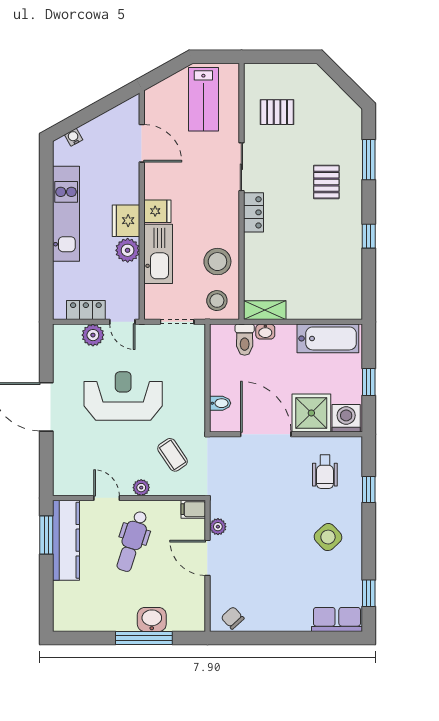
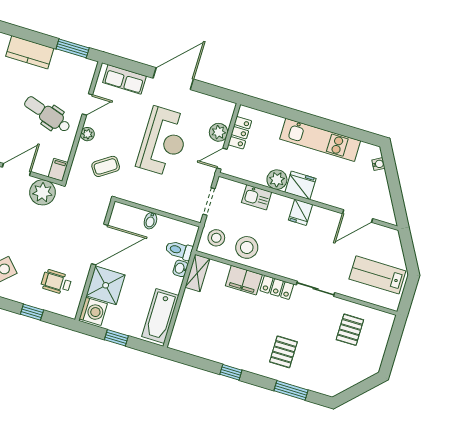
pallet: (326, 182) -> (283, 352), turned 90
filing cabinet: (257, 253) -> (244, 280), added
kitchen sink: (158, 254) -> (257, 197), width x0.53, depth x0.81
bidet: (220, 403) -> (150, 221), moved
row of seats: (64, 463) -> (125, 79), added
plant: (218, 527) -> (43, 192), width x1.88, depth x1.88
kitchen counter: (66, 540) -> (30, 52), moved, width x0.67

